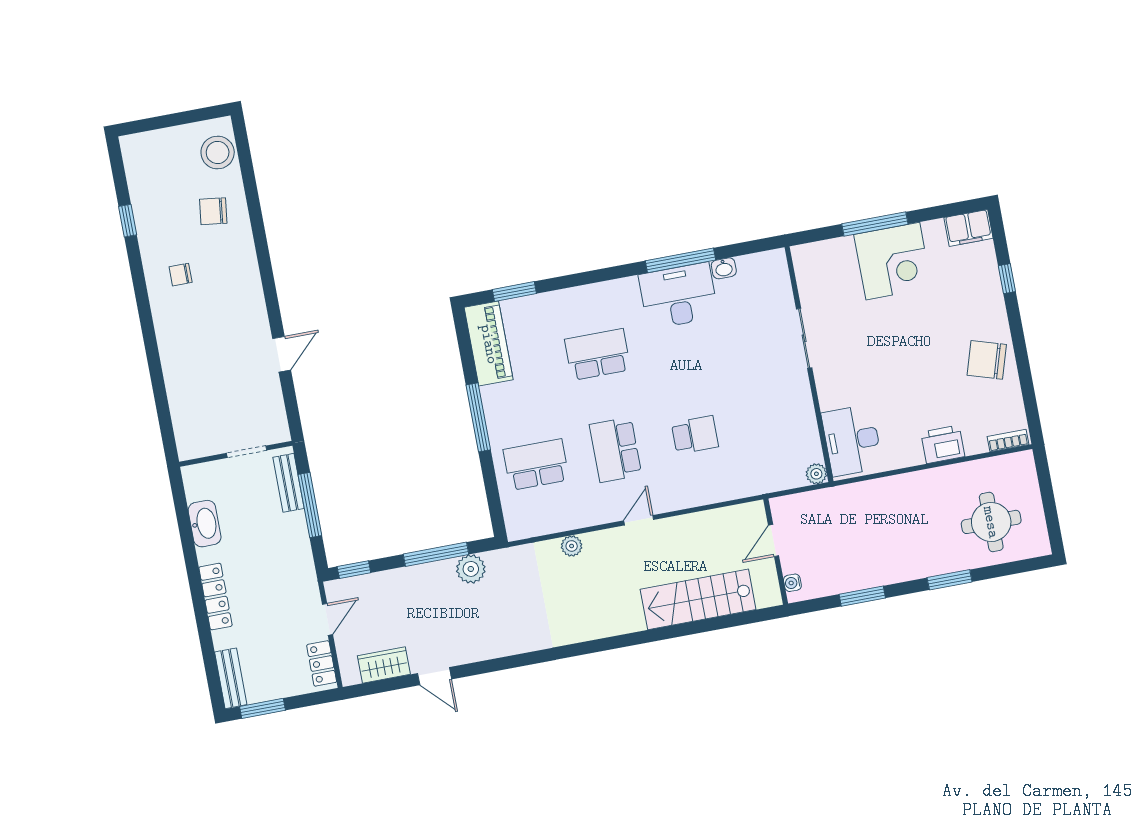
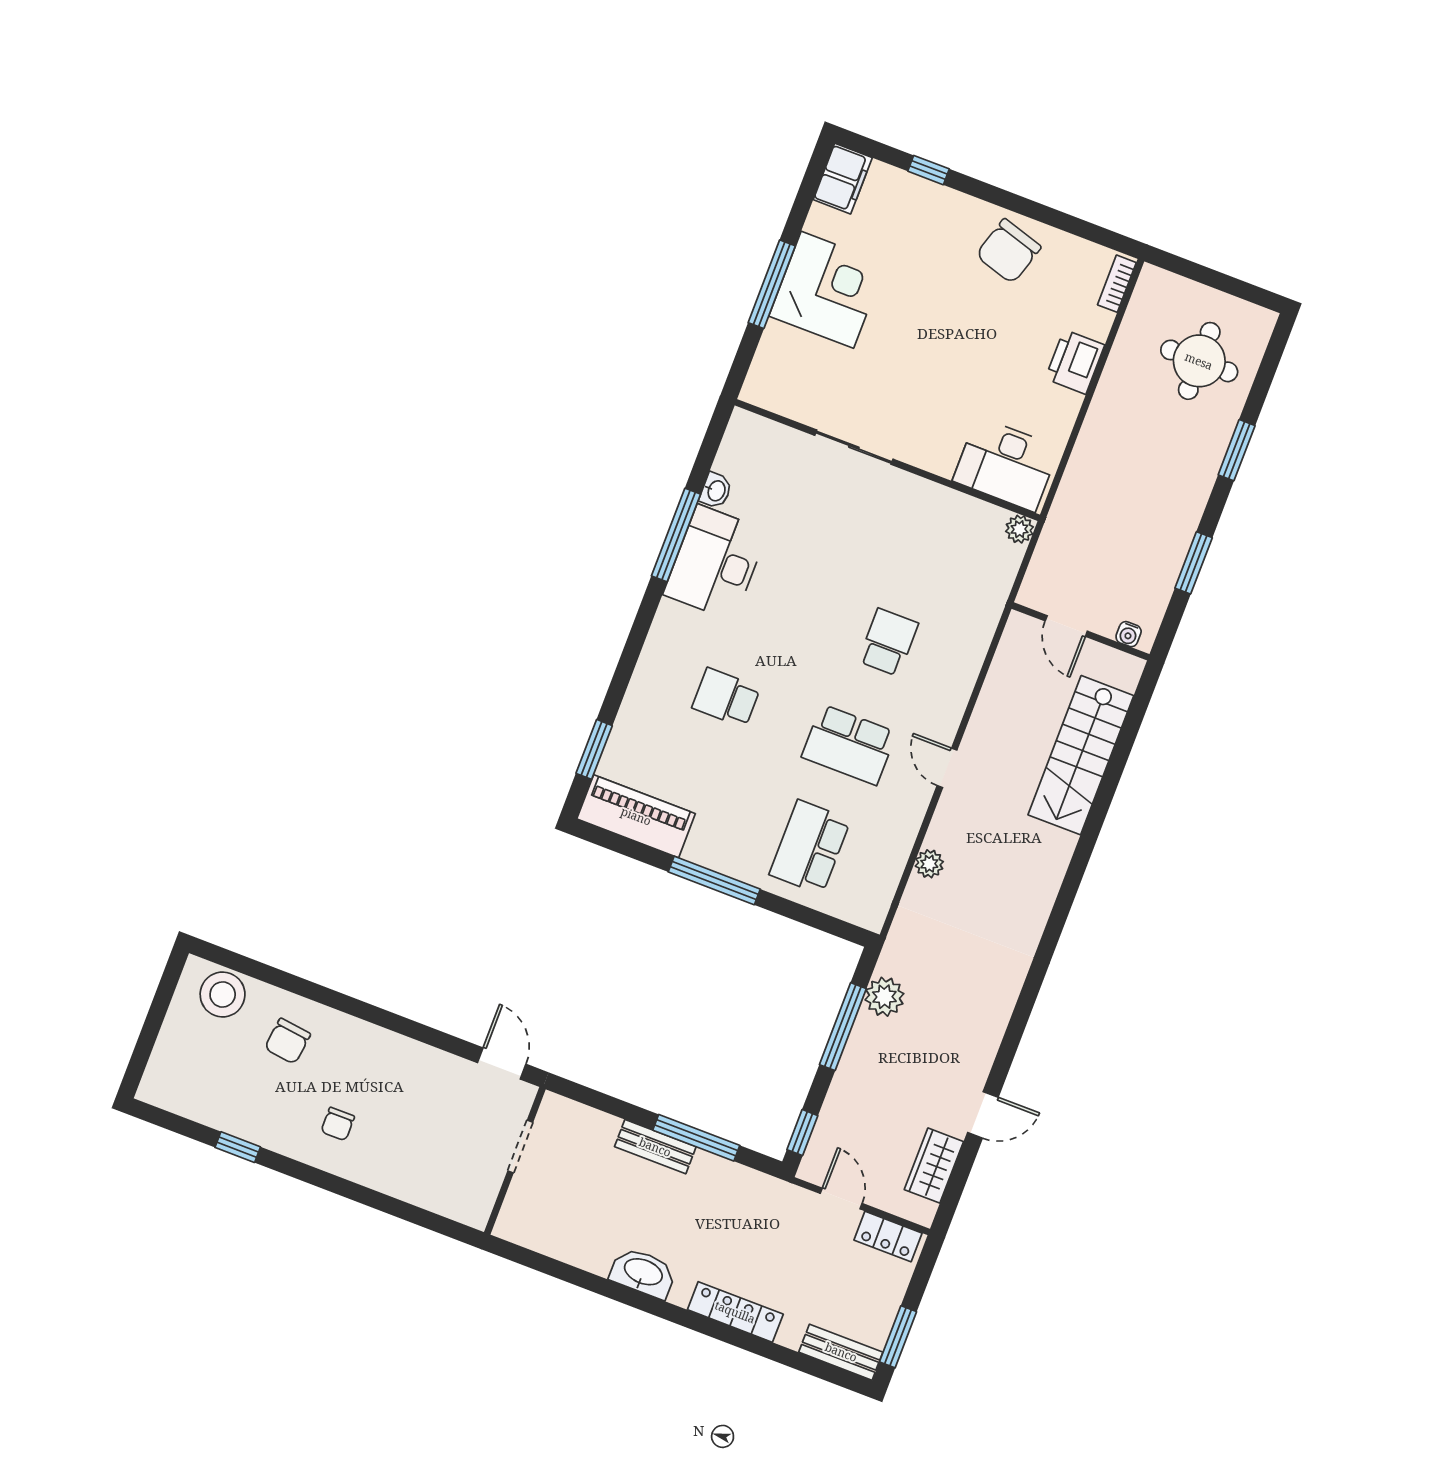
school desk: (598, 354) -> (726, 698), width x0.54
doorway: (247, 452) -> (520, 1147), moved
wall: (236, 454) -> (515, 1161), moved

